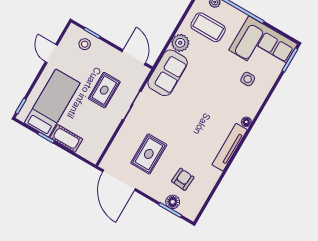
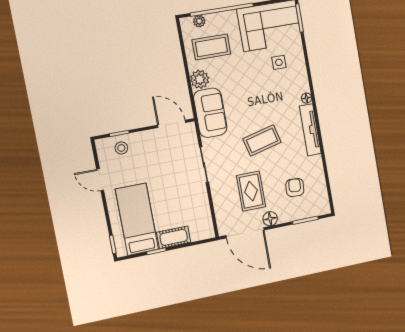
rug: (104, 90) -> (171, 172), removed
coffee table: (188, 124) -> (262, 141), added
floor lamp: (173, 202) -> (270, 219), moved

